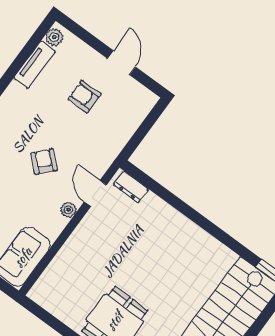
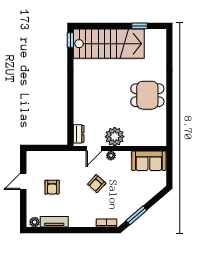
plant: (91, 234) -> (115, 137), added

